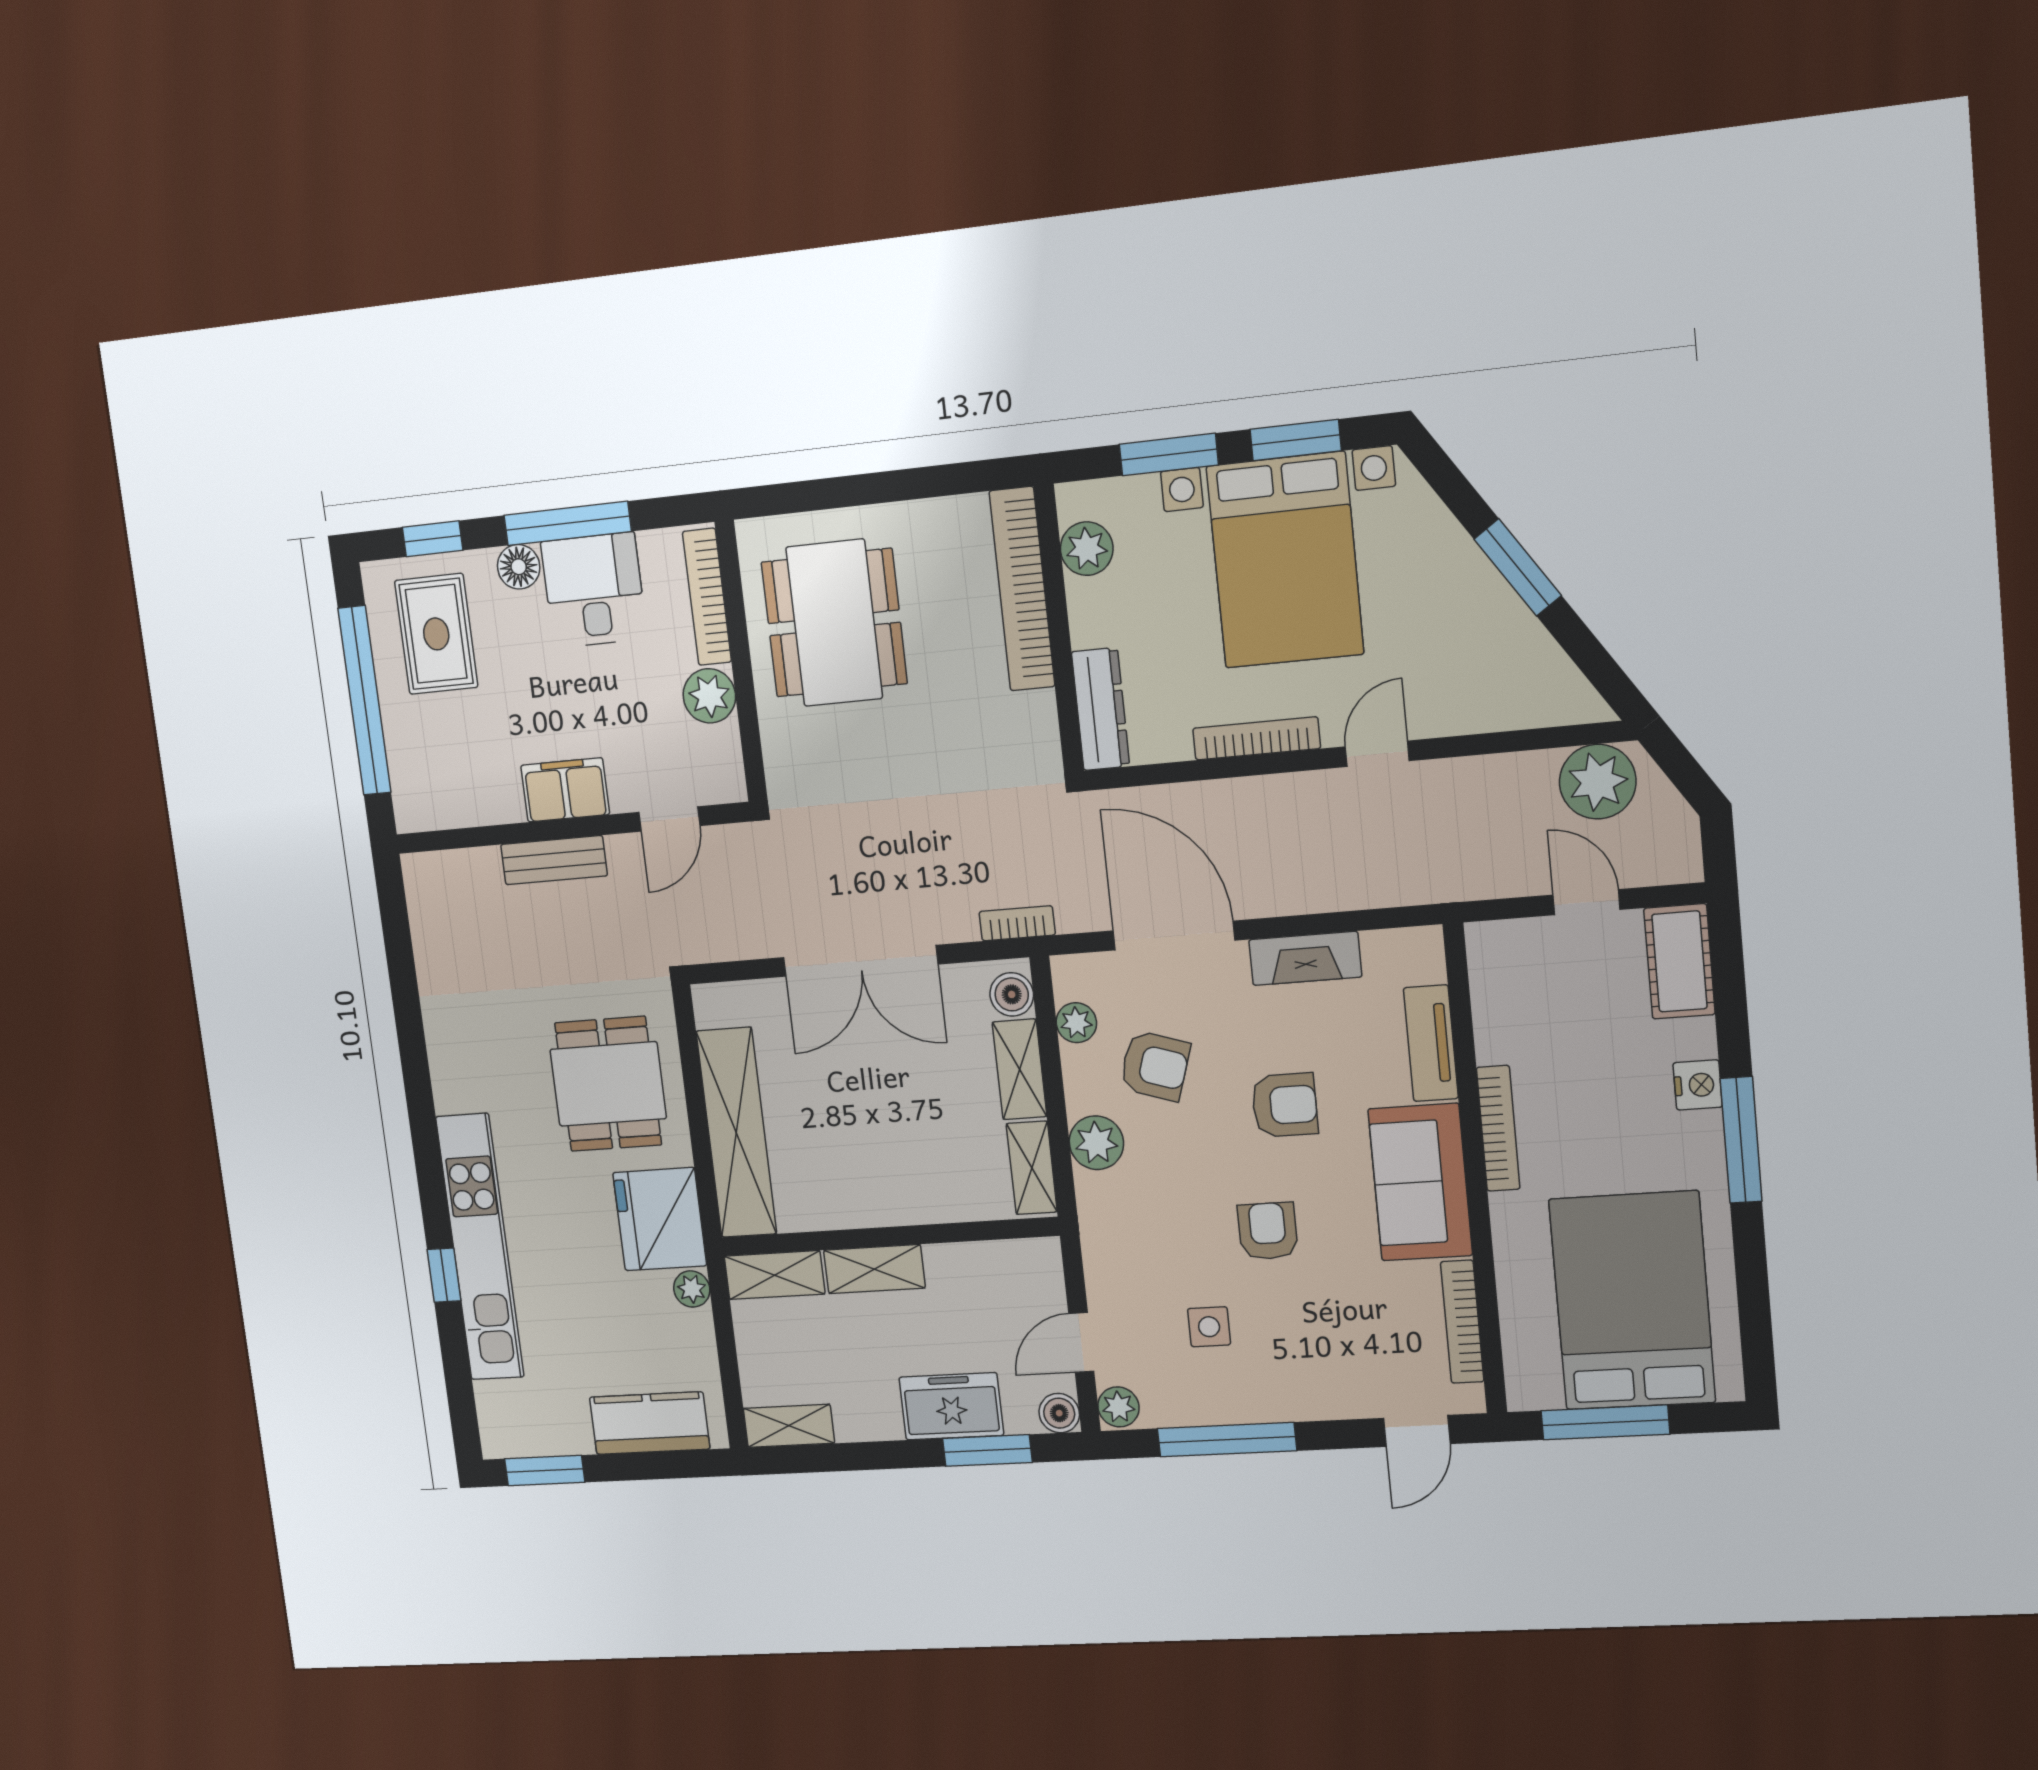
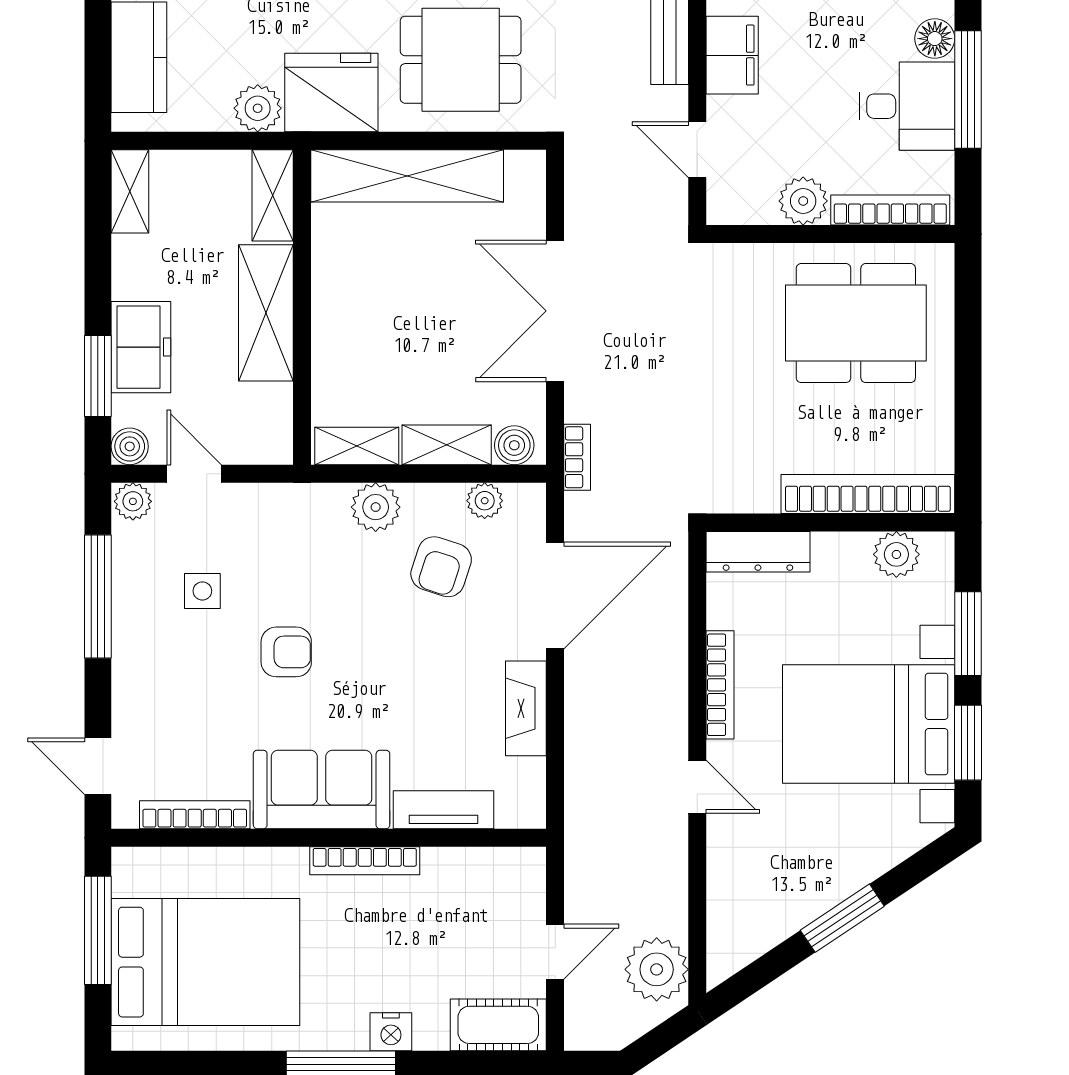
armchair: (1285, 1105) -> (398, 678), removed
shelving: (874, 1269) -> (266, 313), width x1.50, depth x1.33
plant: (692, 1289) -> (258, 108), width x1.38, depth x1.38

